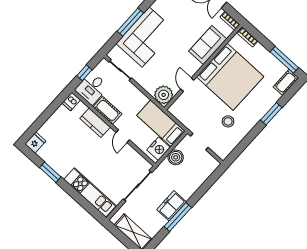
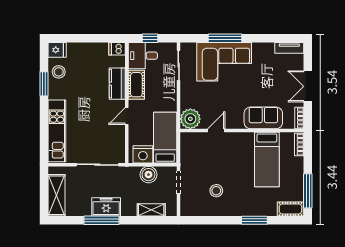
bed: (230, 77) -> (267, 160), width x0.49
stool: (51, 155) -> (59, 72), added
shelving: (201, 177) -> (151, 210), added

